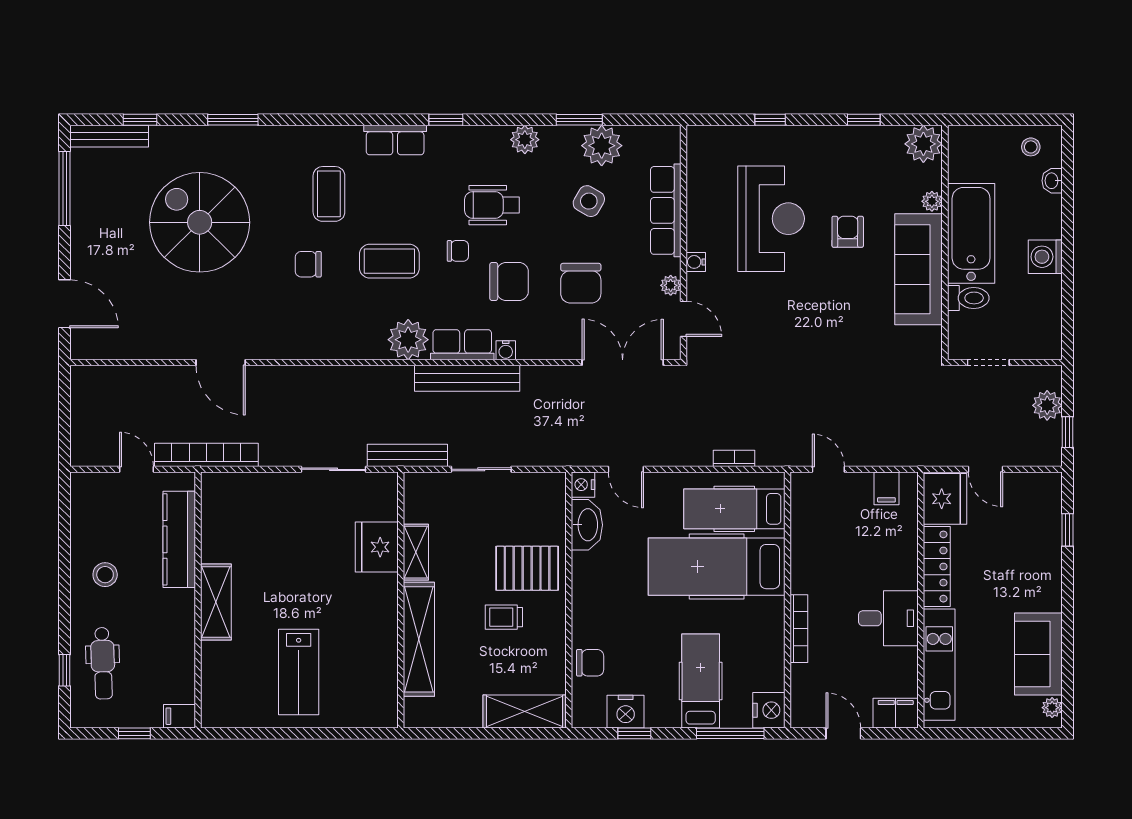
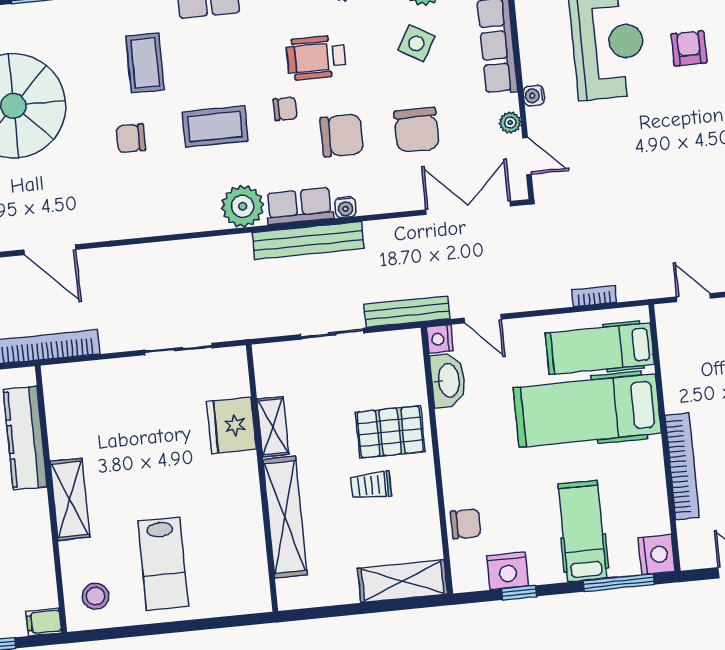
bench: (407, 455) -> (407, 312), moved
bookcase: (799, 629) -> (682, 466), width x1.48, depth x1.31
stool: (231, 696) -> (96, 596), added

